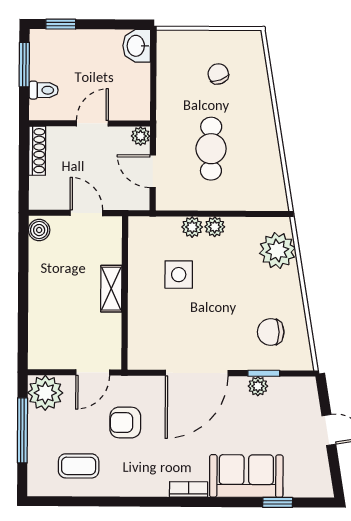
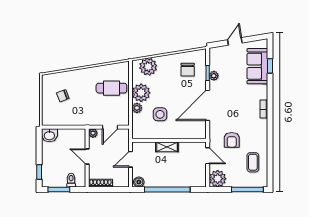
cafe table: (211, 149) -> (111, 88), moved
plant: (215, 227) -> (141, 93), width x1.88, depth x1.88
window: (23, 289) -> (167, 190), added
door: (197, 373) -> (208, 105), swing flipped
window: (22, 430) -> (247, 190), moved
sofa: (246, 476) -> (257, 66), moved

